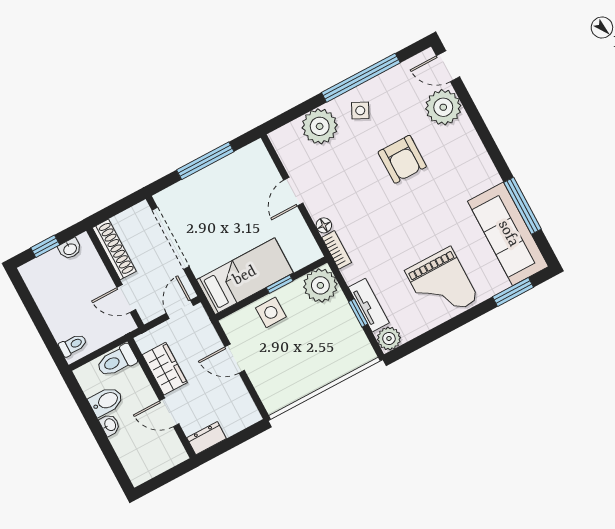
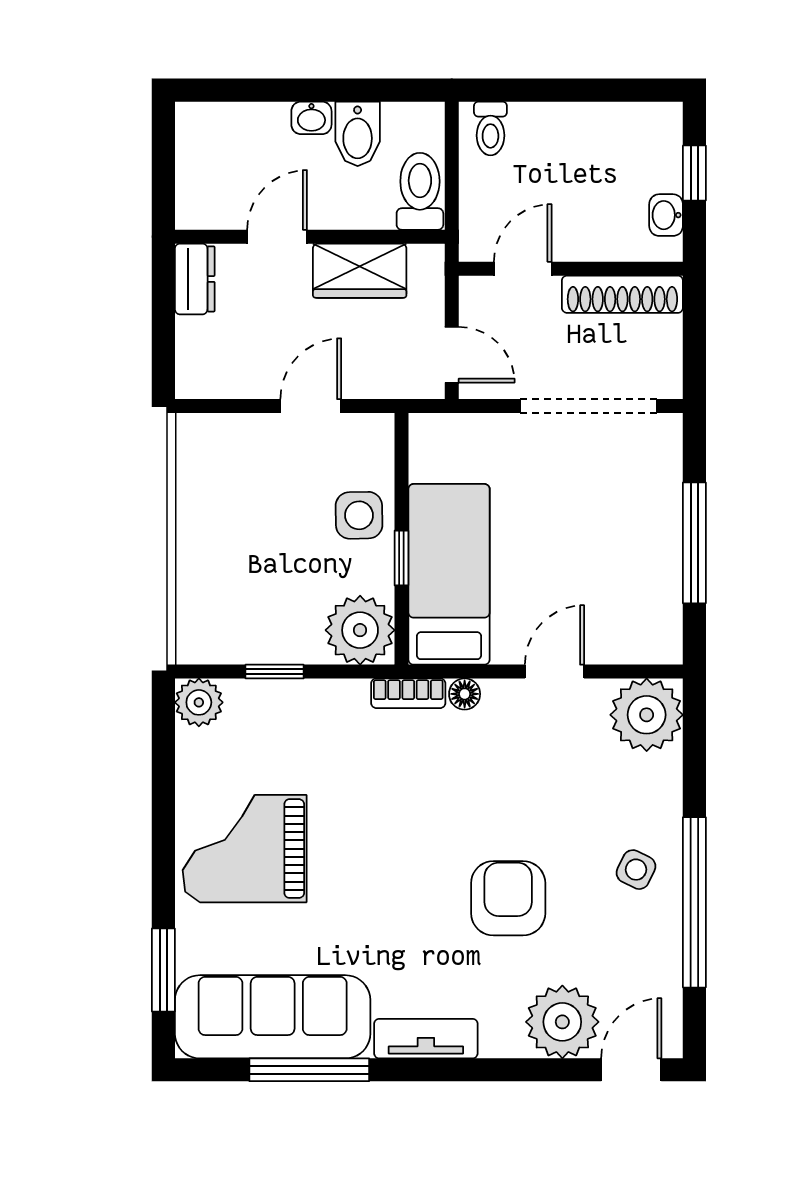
plant: (320, 126) -> (647, 715), moved
armchair: (402, 159) -> (508, 898), turned 90
door: (293, 192) -> (555, 672), hinge flipped
bed: (245, 276) -> (449, 574), moved, turned 180
tv unit: (369, 305) -> (426, 1039), moved, turned 180

